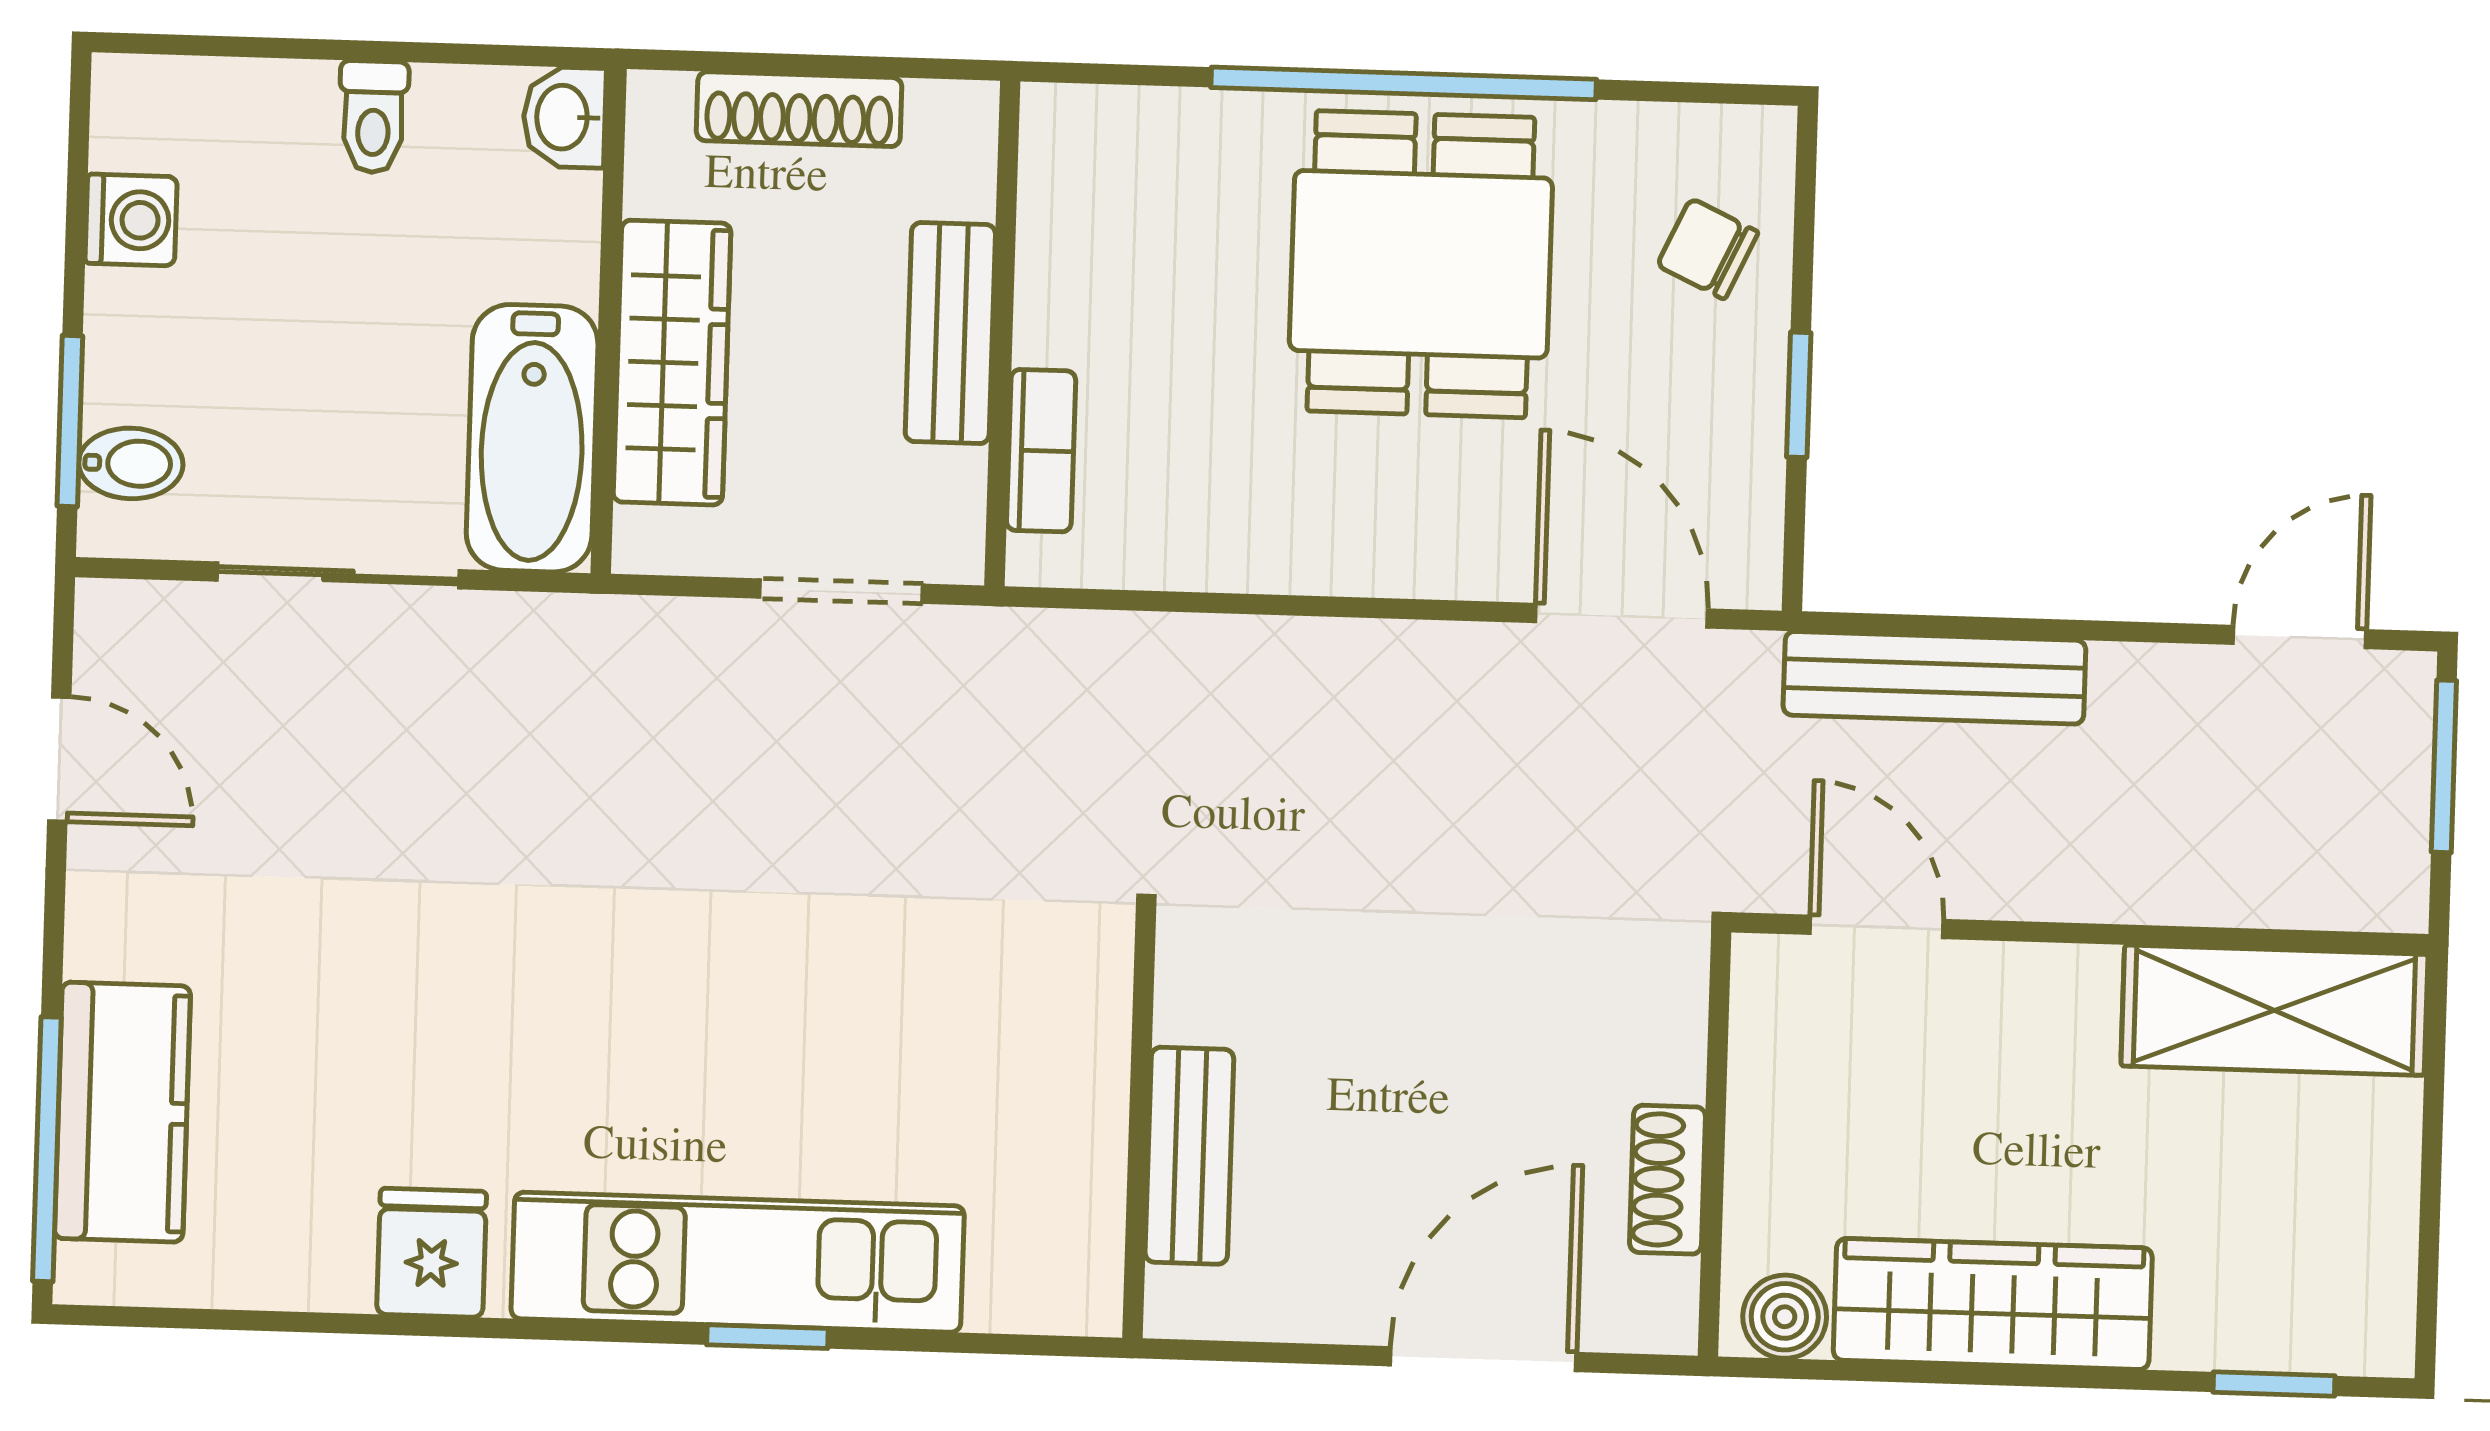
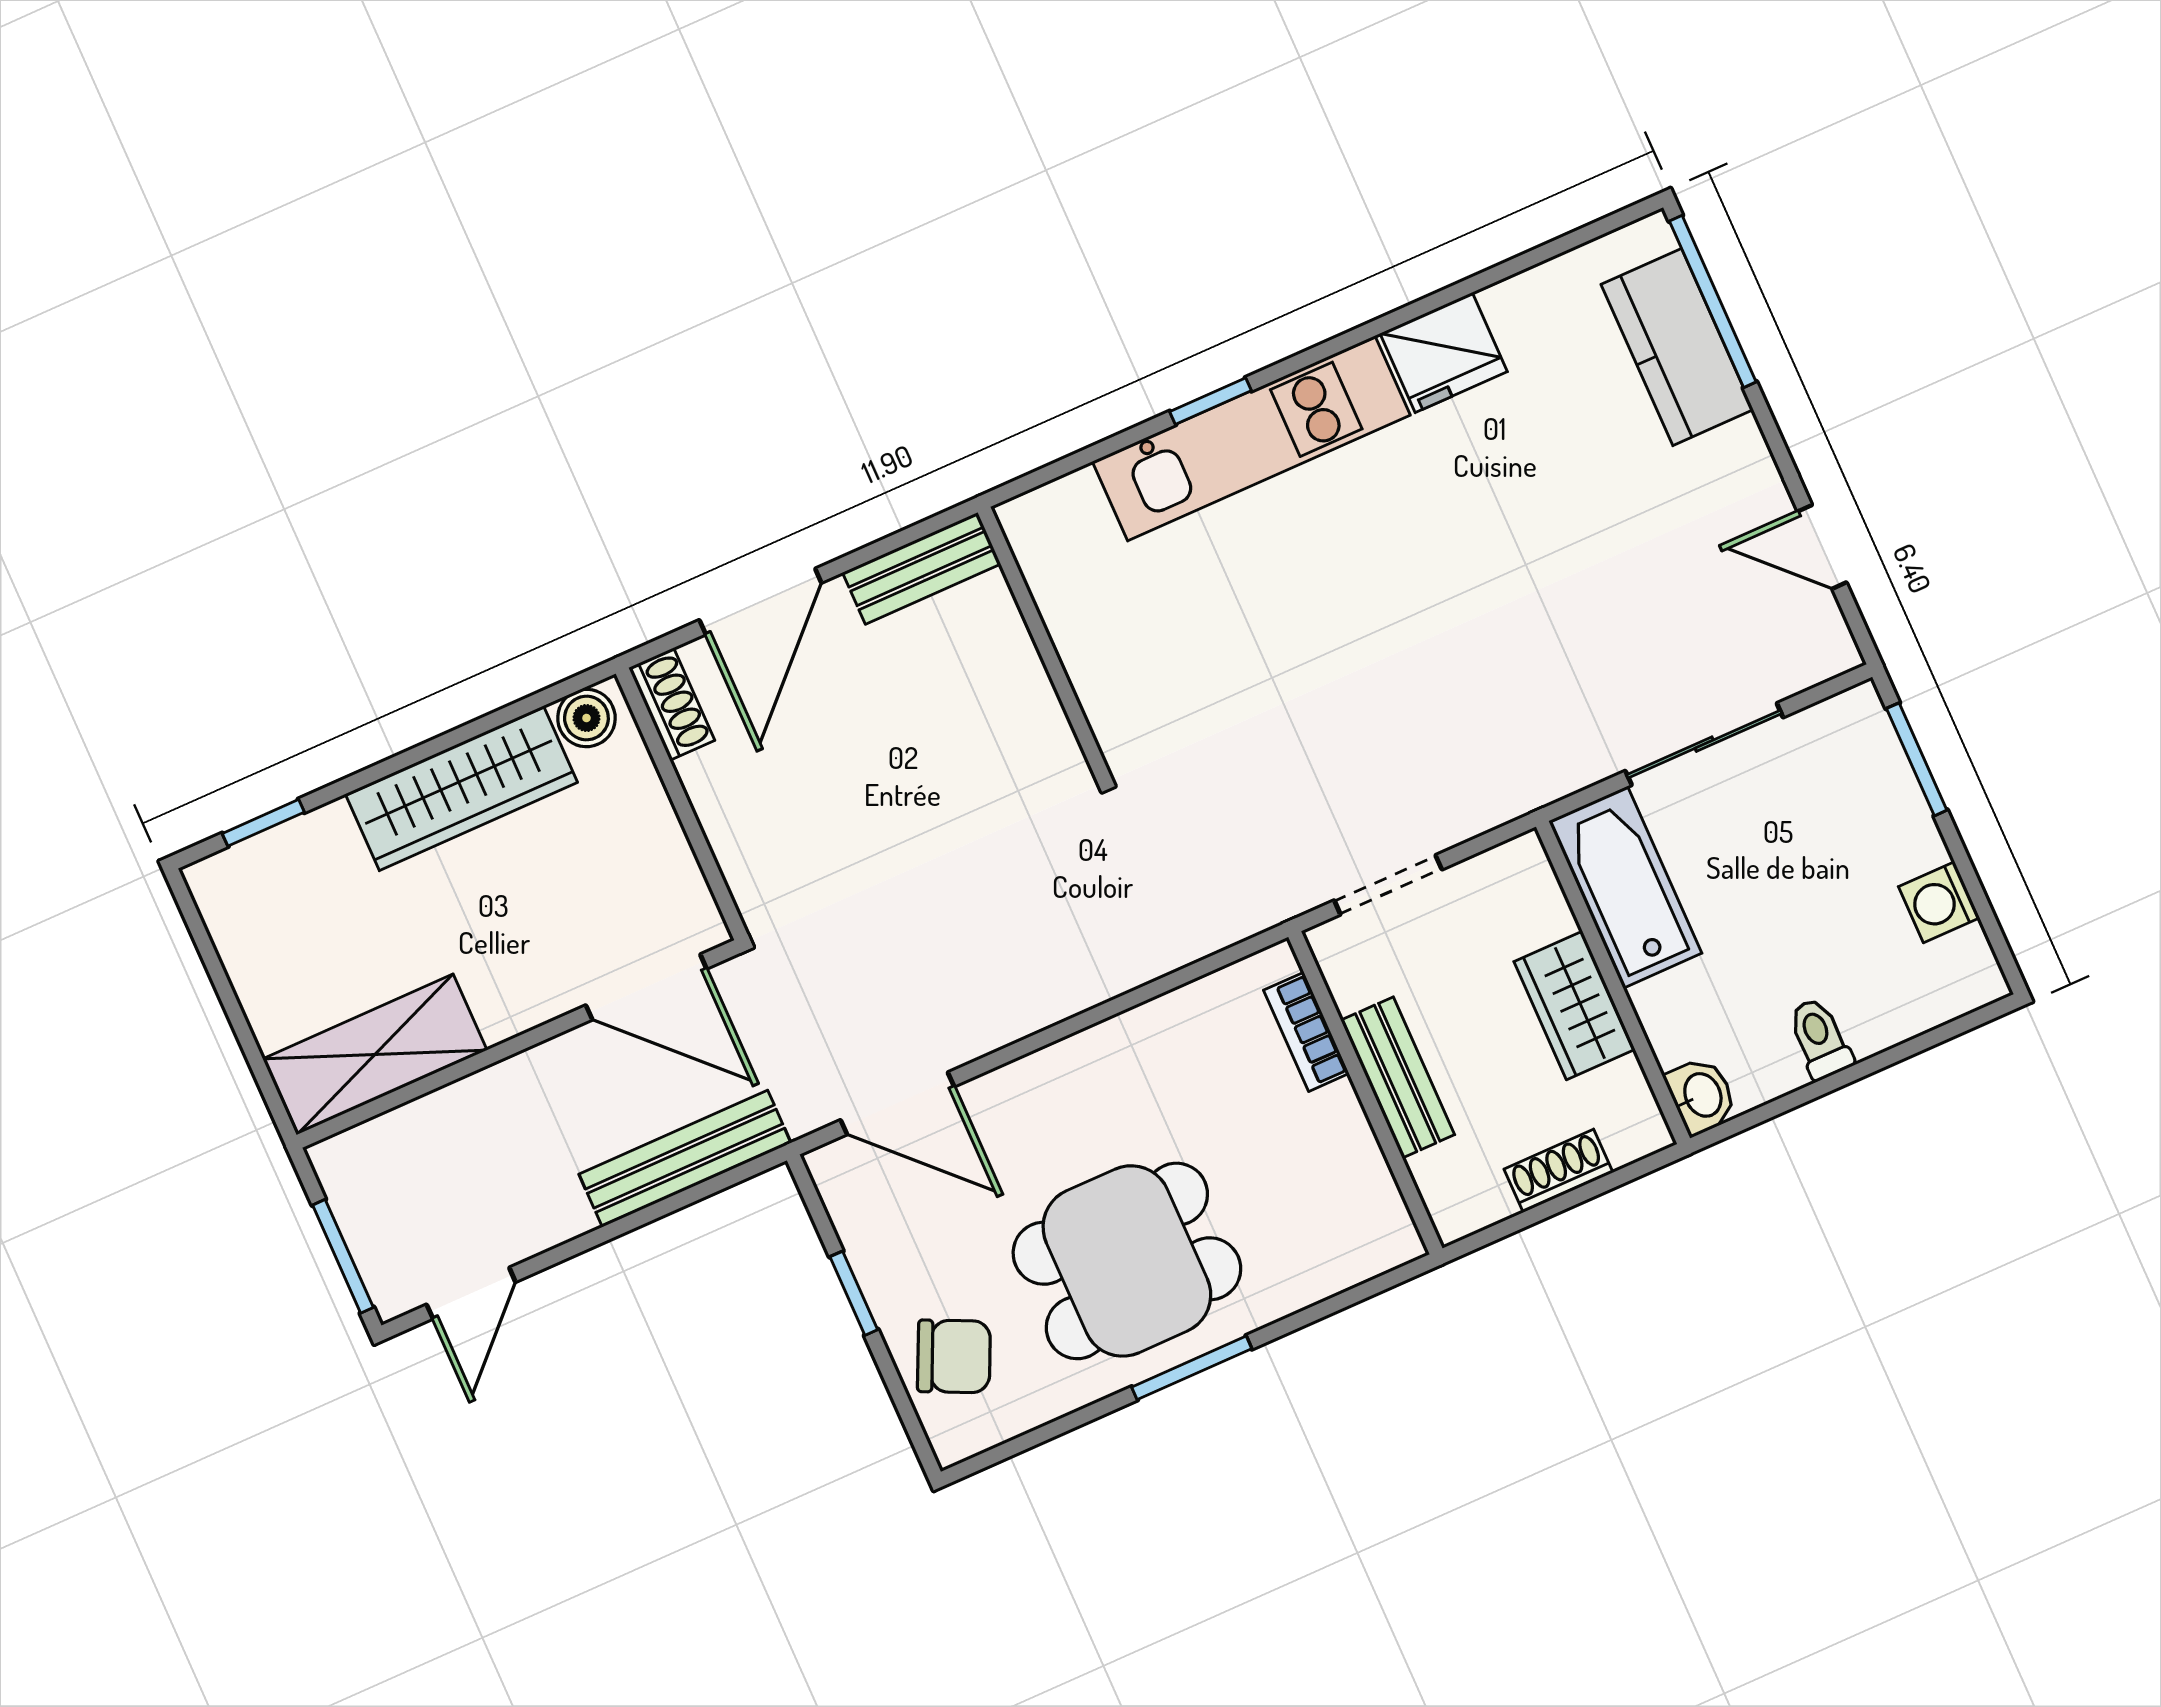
window: (1404, 83) -> (1192, 1368), width x0.47
shoe rack: (799, 109) -> (1558, 1171), width x0.70
chair: (1708, 249) -> (954, 1356), width x1.37, depth x1.37
dining table: (1421, 264) -> (1127, 1261), turned 90
wardrobe: (672, 363) -> (1574, 1005), width x0.67
bidet: (131, 463) -> (1866, 751), removed
door: (1877, 927) -> (646, 987), width x1.38
bench: (1189, 1156) -> (922, 568), moved, turned 90
shoe rack: (1667, 1180) -> (672, 704), moved
fridge: (432, 1253) -> (1444, 352), width x1.38

